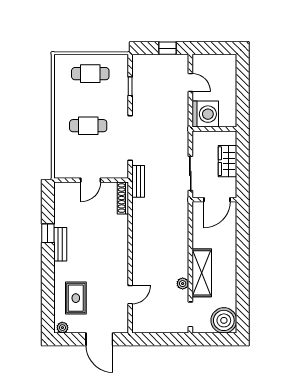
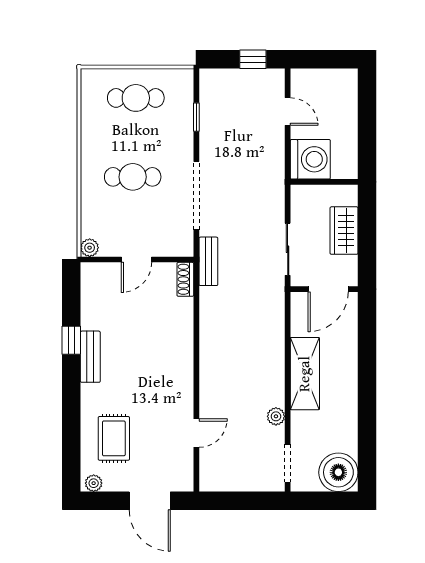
plant: (60, 172) -> (90, 248), added
shoe rack: (123, 198) -> (185, 279), width x0.70
shelving: (202, 273) -> (305, 374), moved

